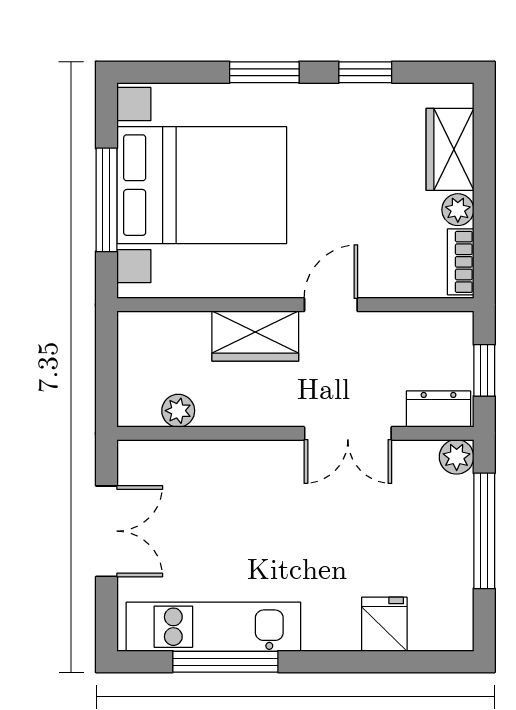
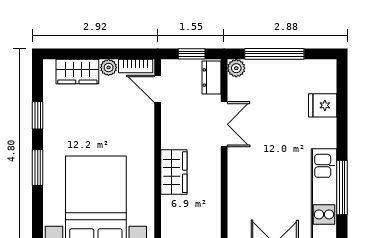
door: (331, 305) -> (158, 89), moved
plant: (178, 411) -> (212, 212), removed

